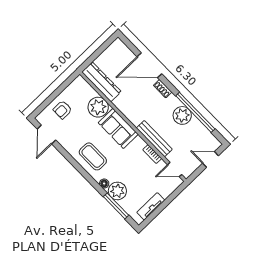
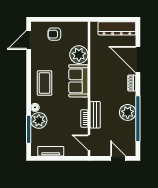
dresser: (101, 82) -> (117, 28), moved, turned 90
bench: (154, 139) -> (95, 115), width x0.73

